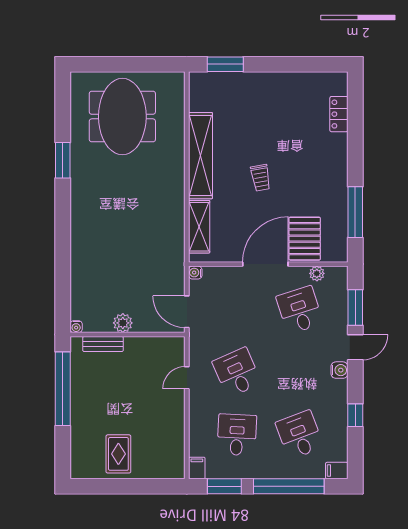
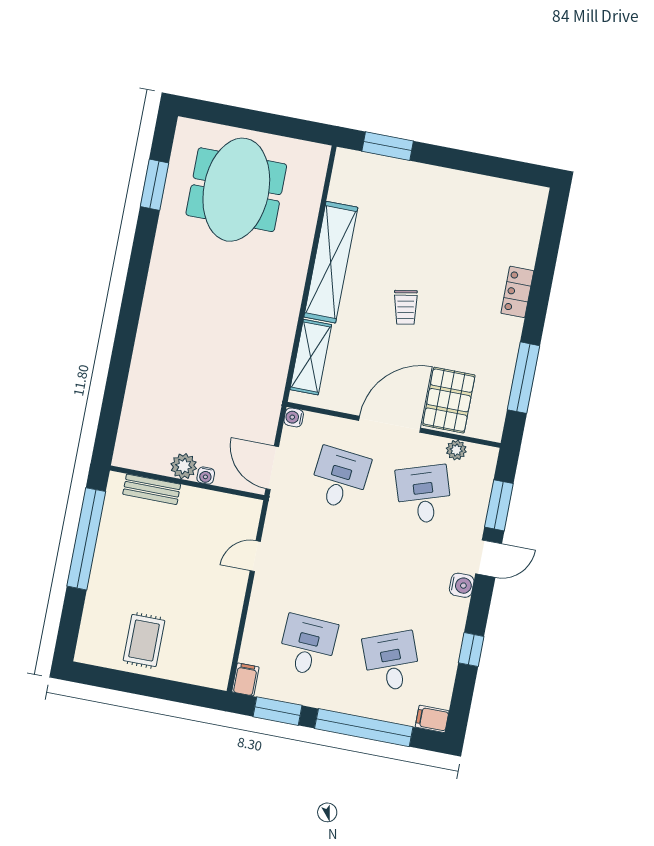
locker: (339, 114) -> (517, 292), moved
window: (63, 160) -> (154, 185), moved
water cooler: (76, 327) -> (206, 476), moved
desk: (237, 372) -> (340, 478), moved, turned 30

